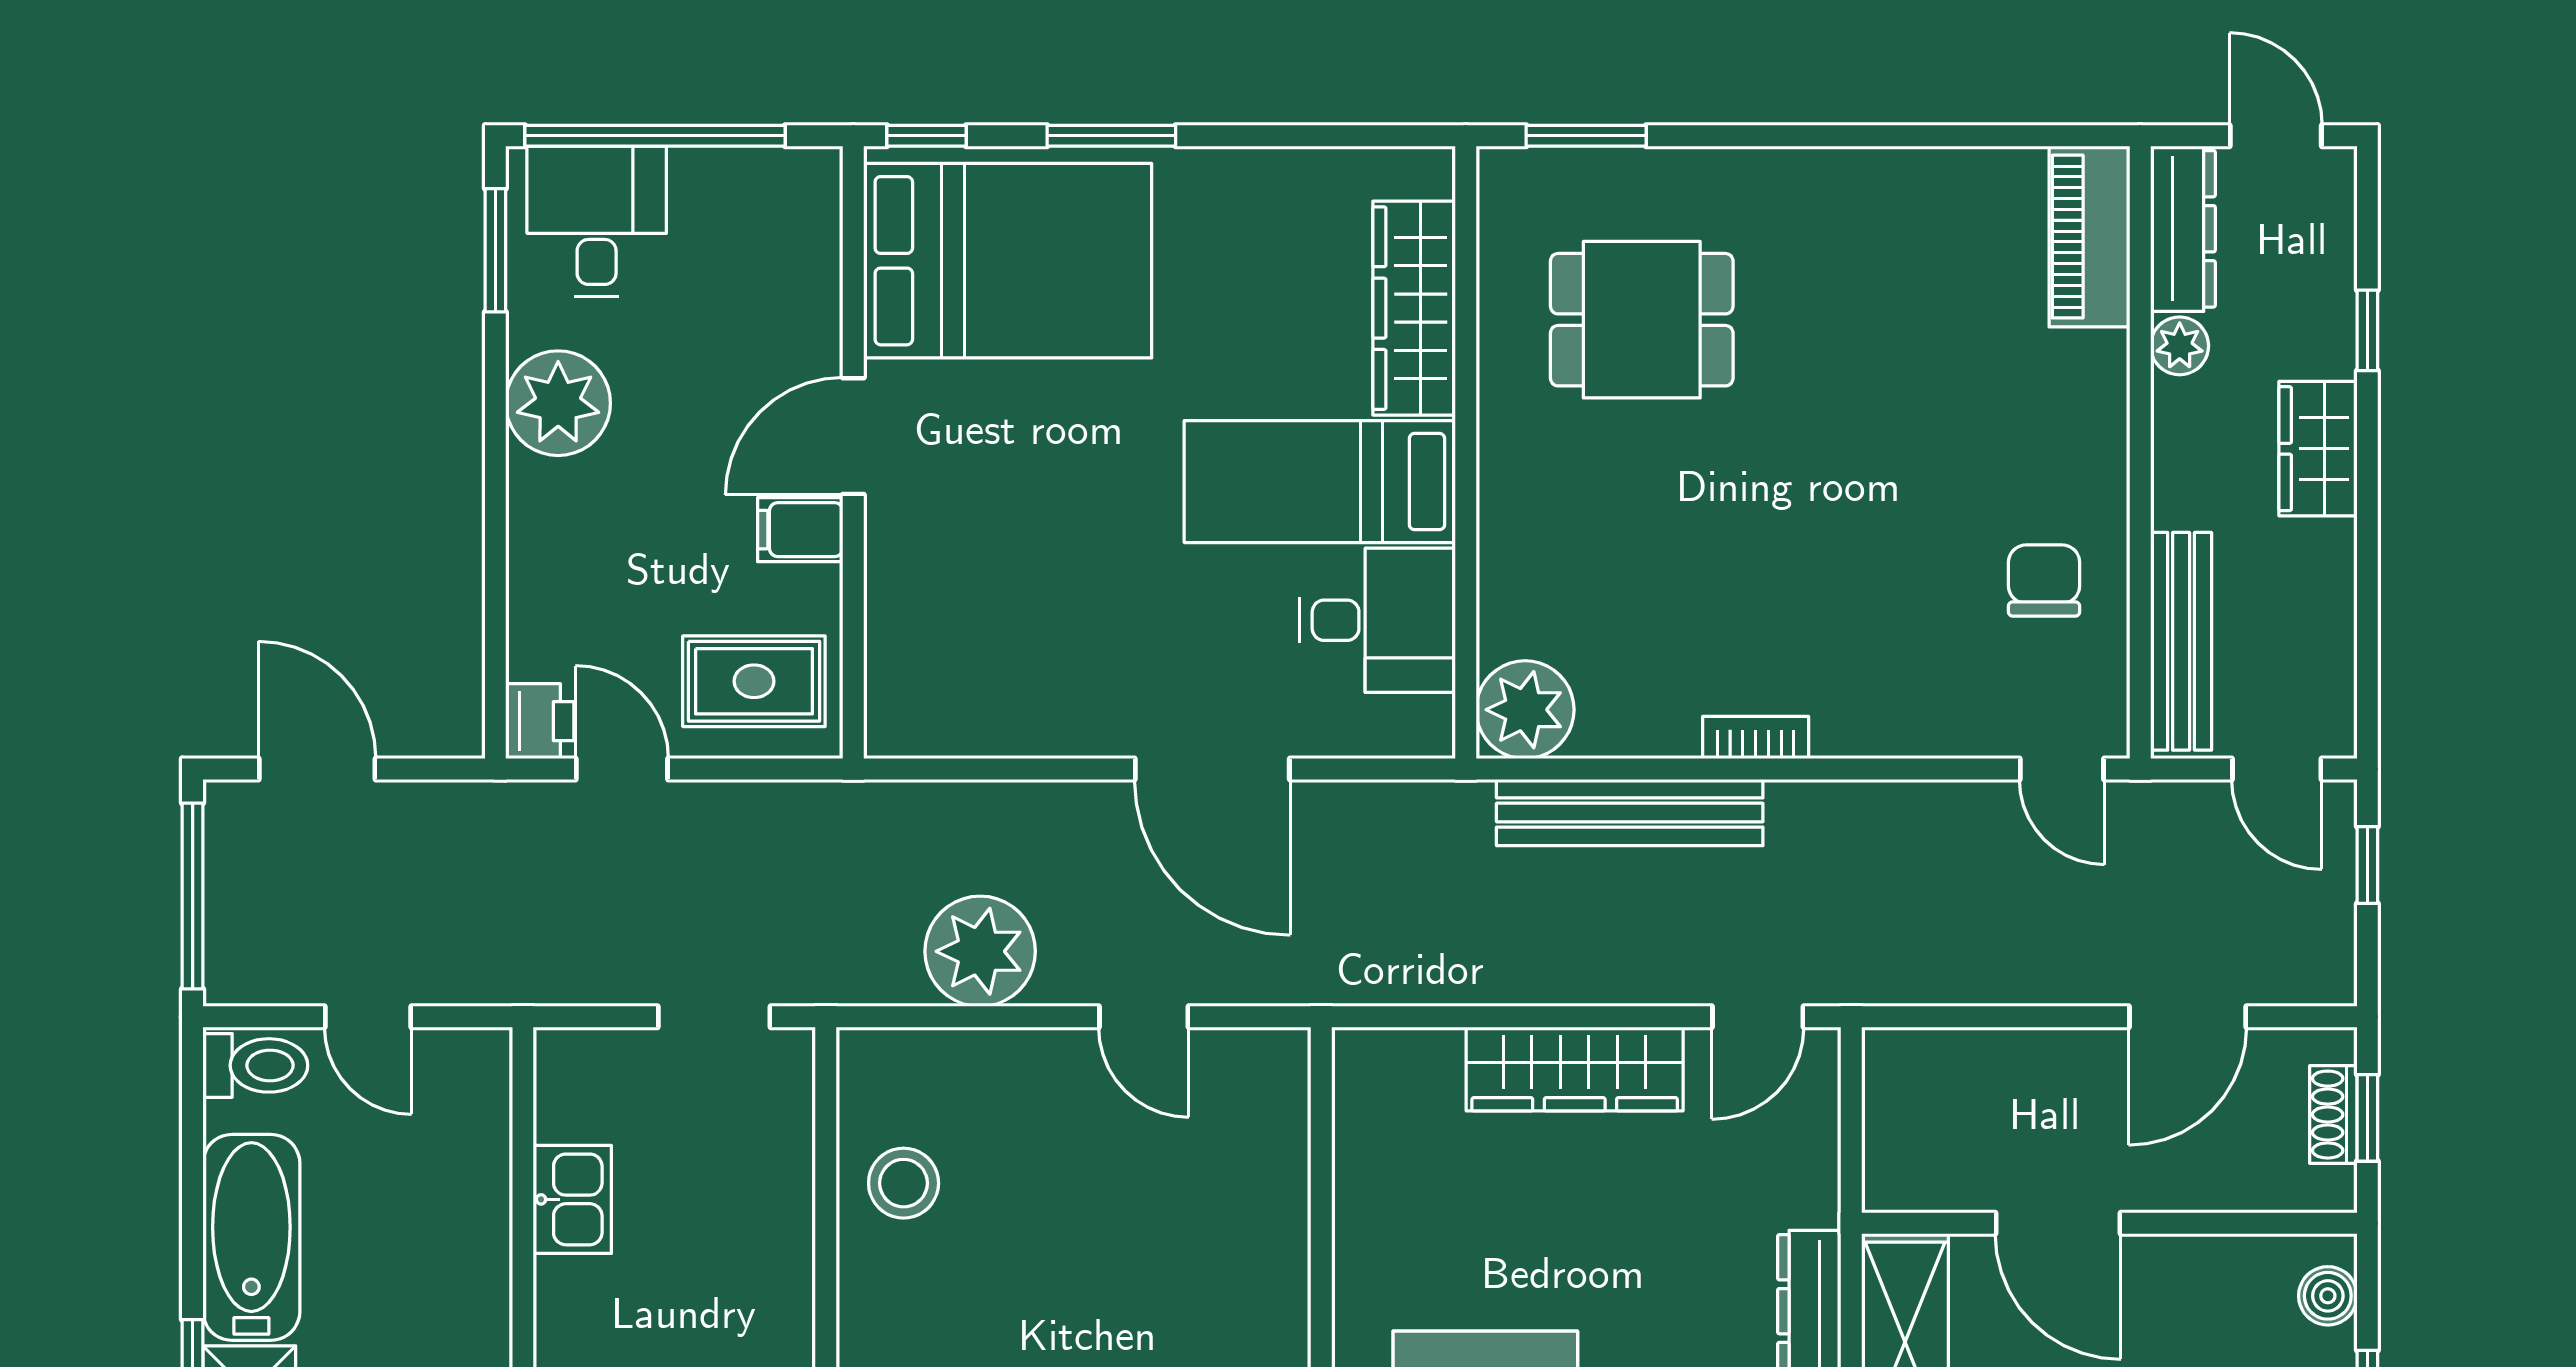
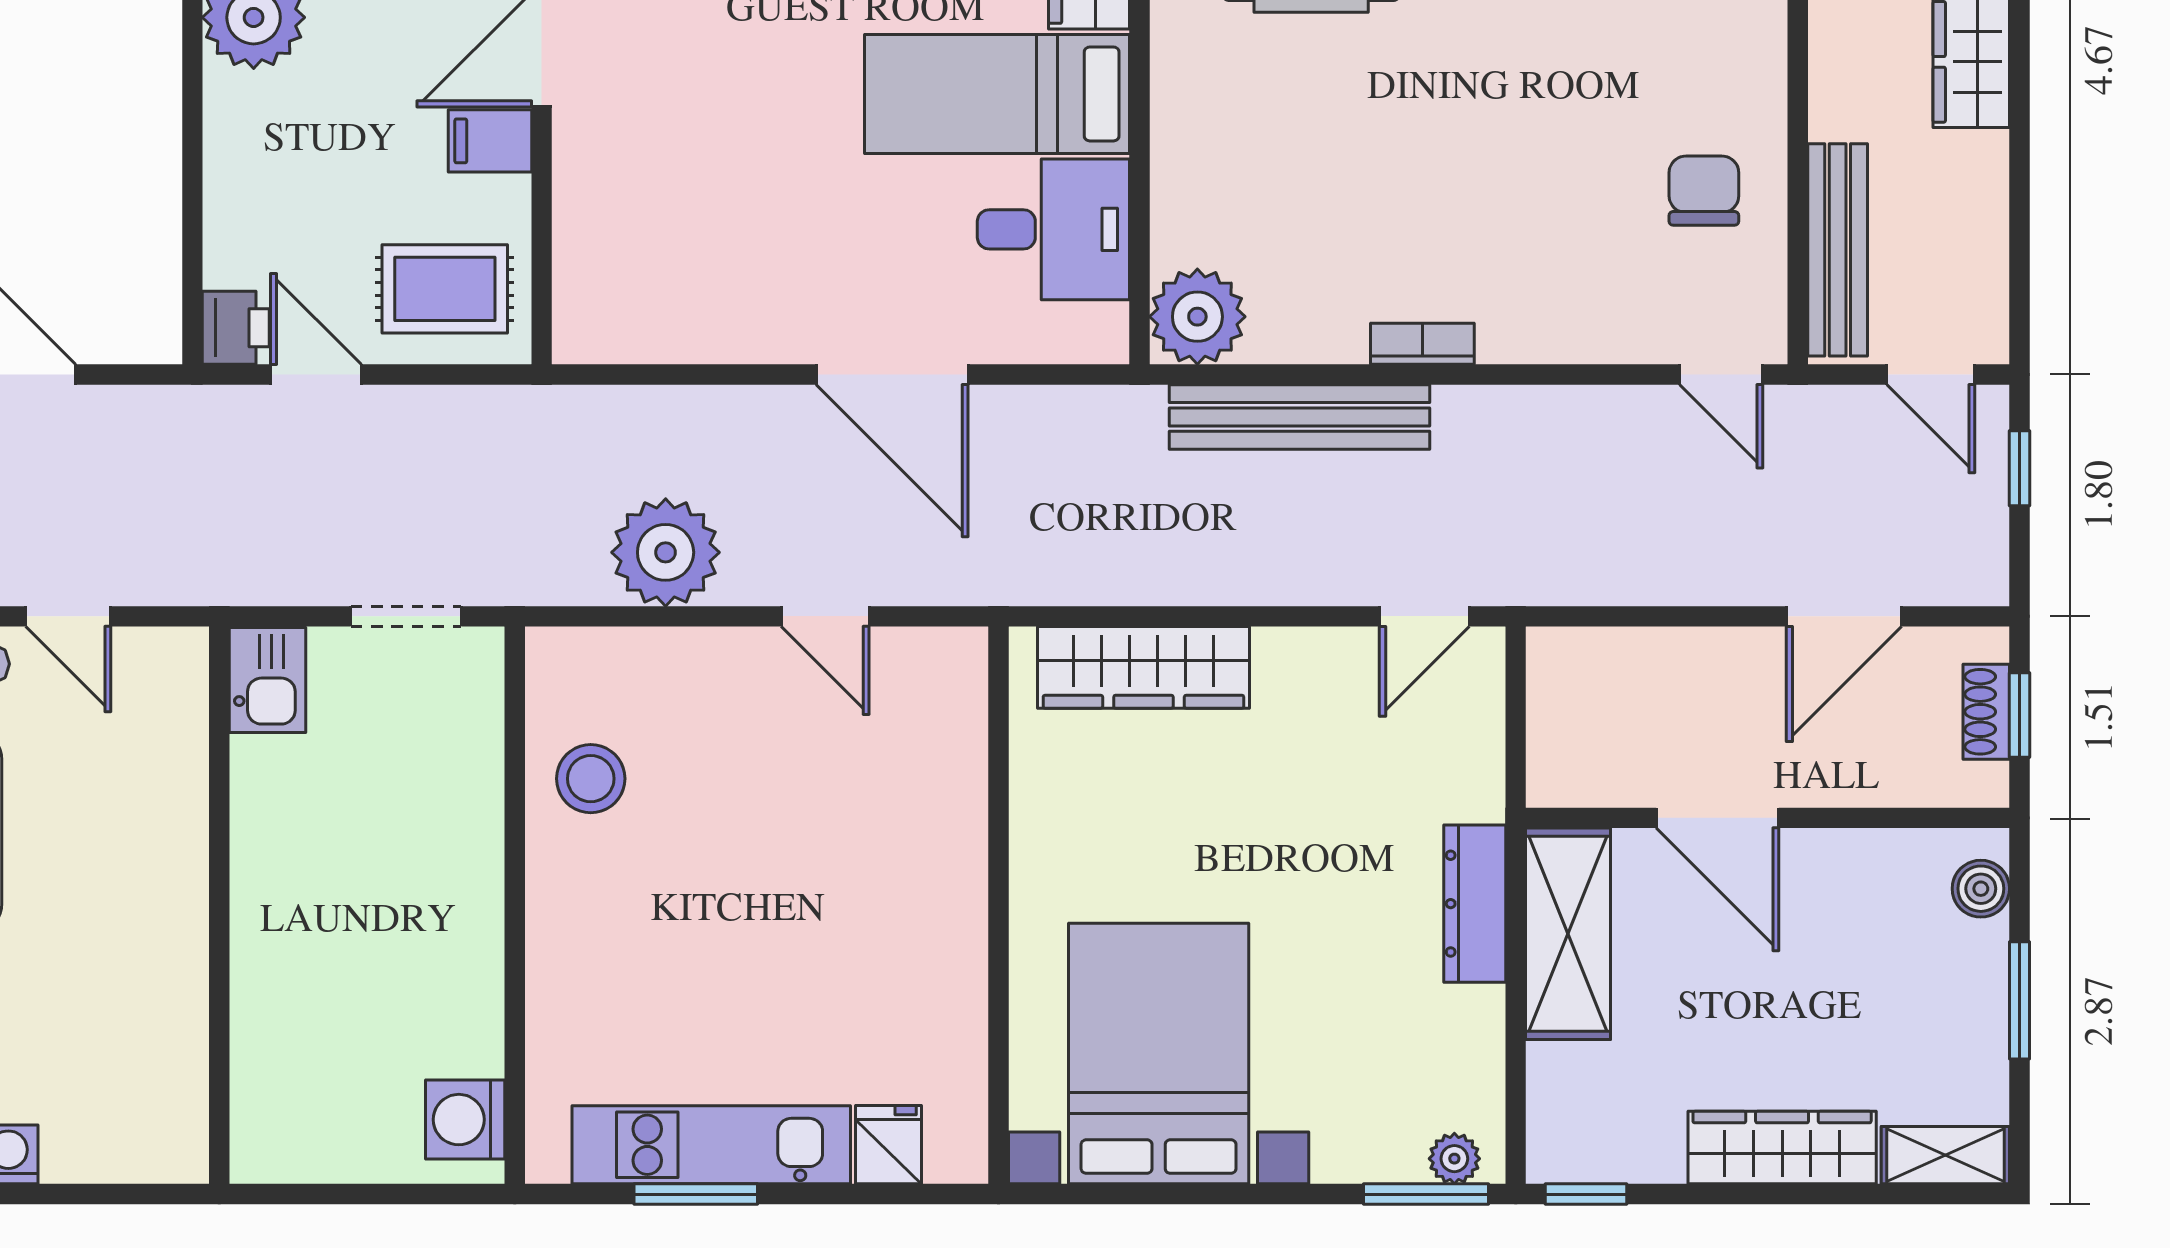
wardrobe: (1575, 1069) -> (1143, 667), moved
kitchen sink: (572, 1199) -> (268, 680), moved

